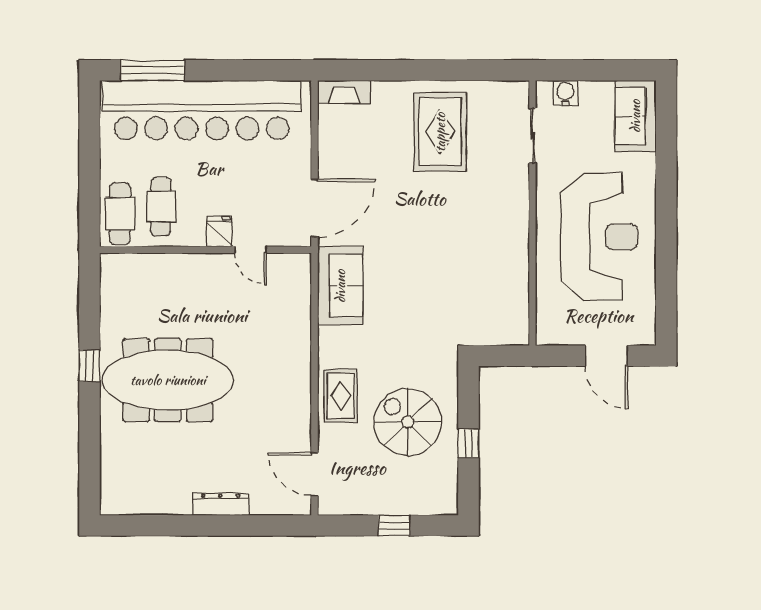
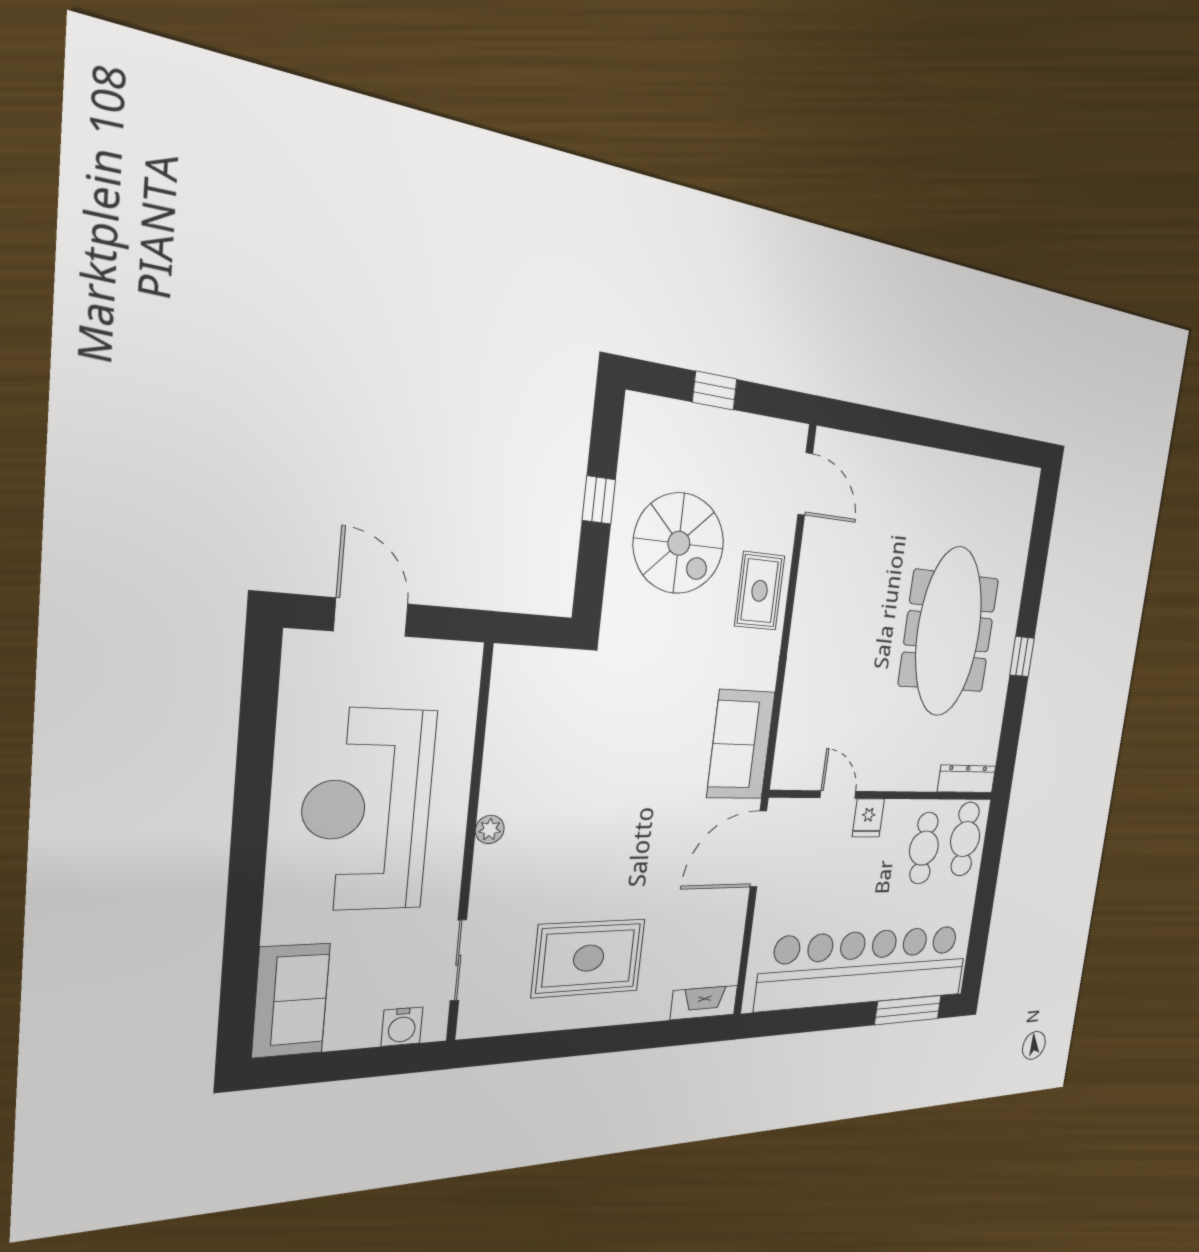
rug: (440, 132) -> (589, 958), turned 90
plant: (520, 224) -> (490, 829), added
meeting table: (168, 380) -> (949, 632), turned 90
dresser: (220, 504) -> (967, 779), moved, turned 180

